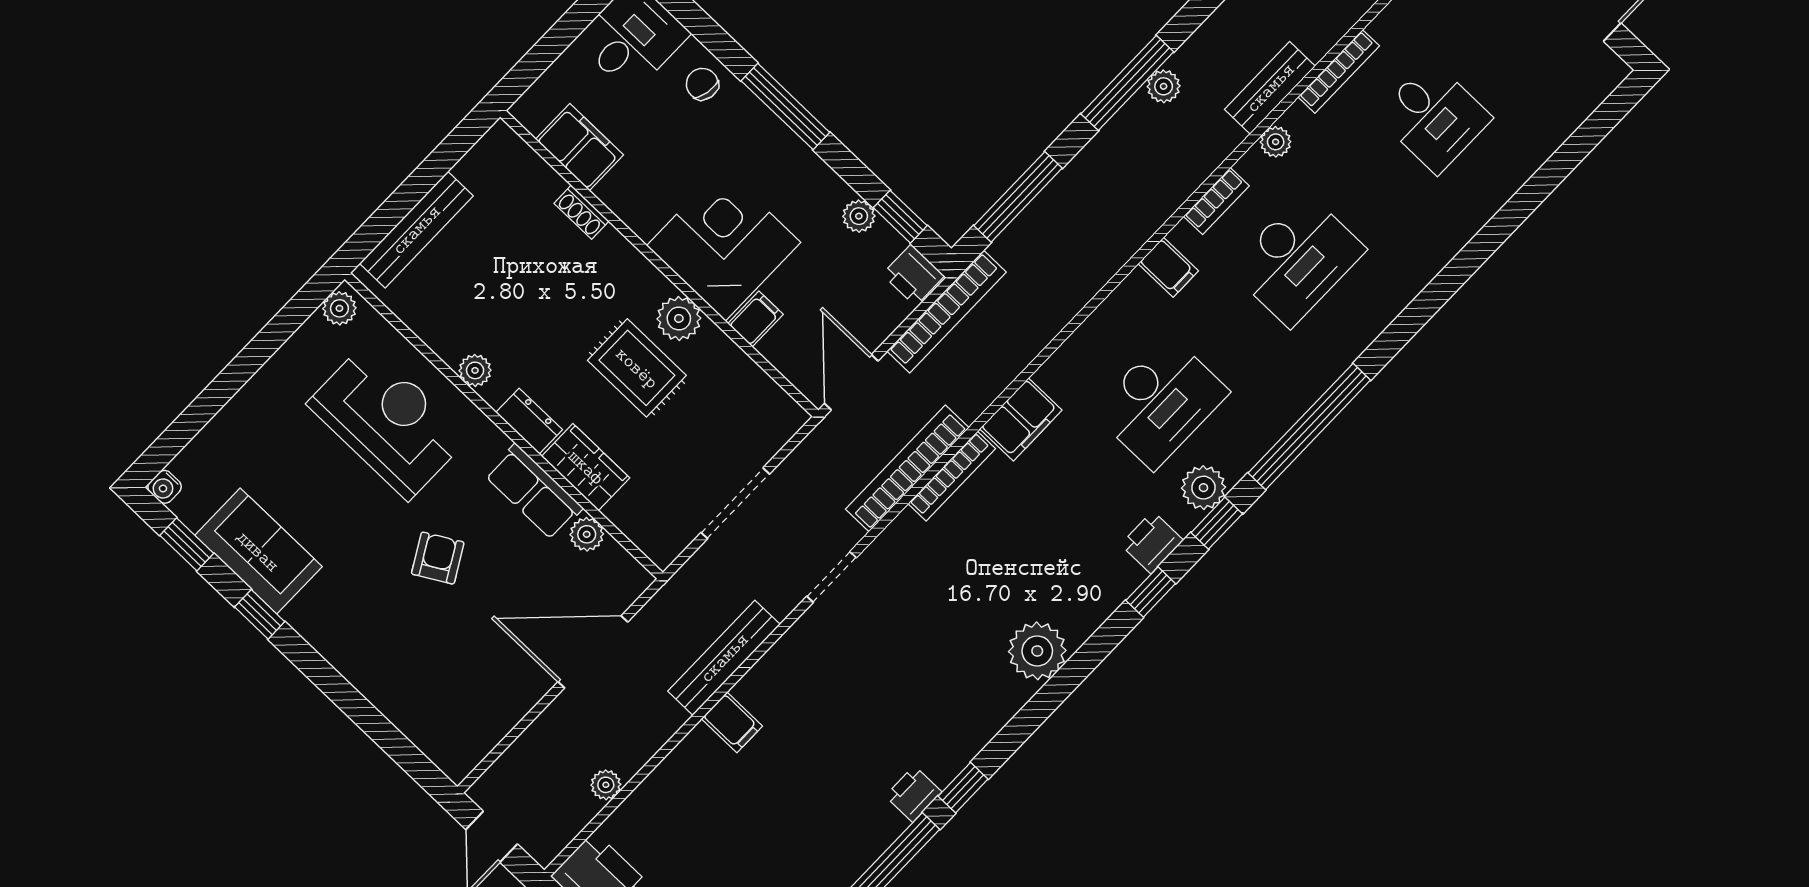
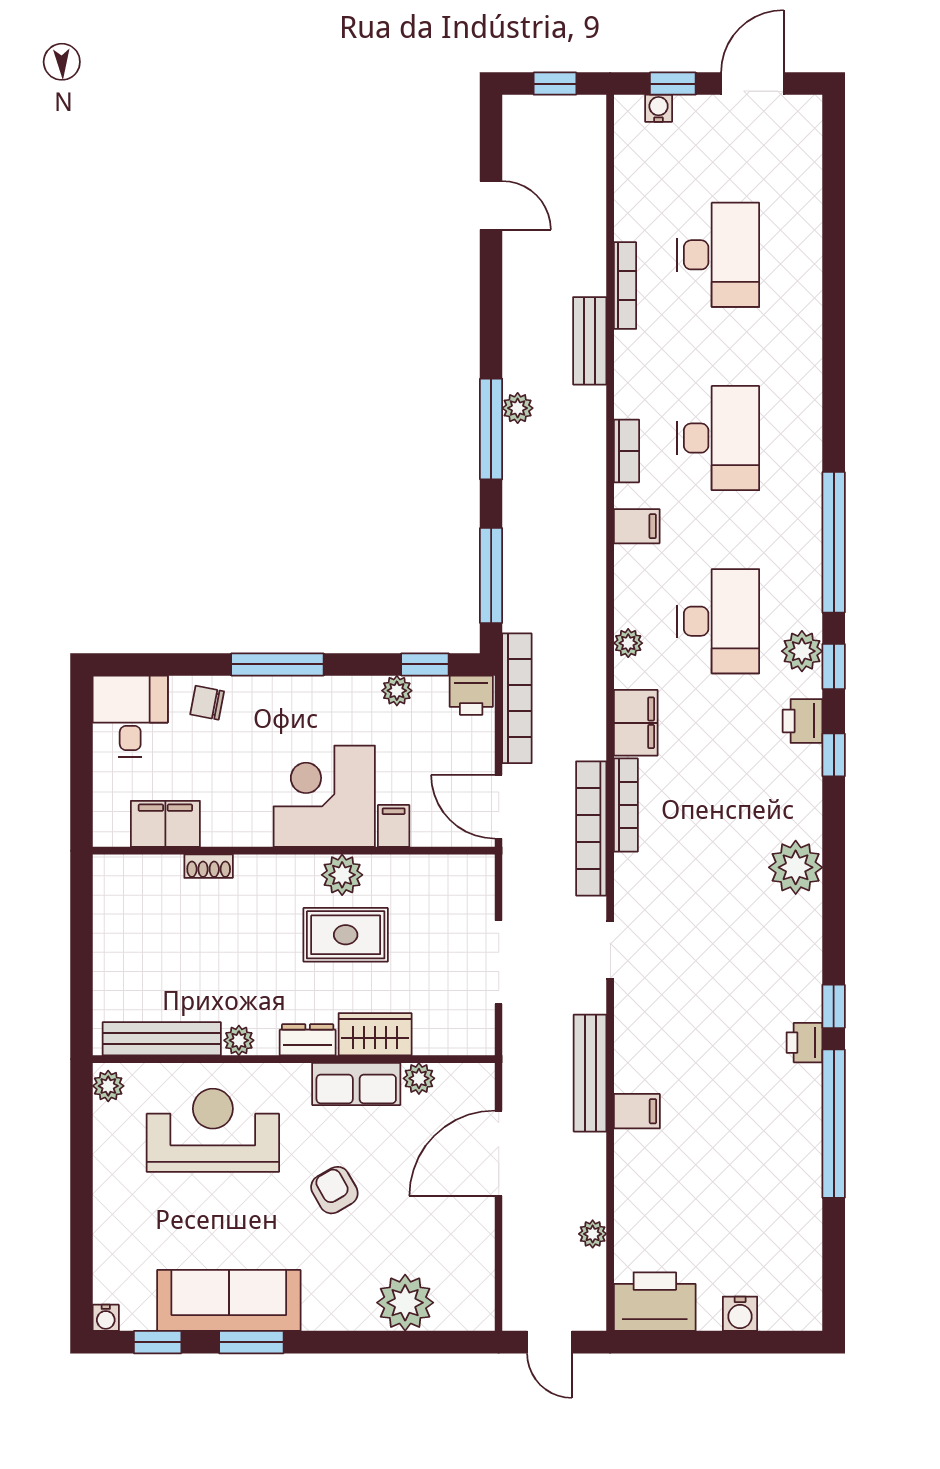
desk: (1434, 117) -> (718, 255), width x1.37
plant: (1276, 142) -> (628, 643), moved
bench: (416, 230) -> (162, 1039), moved, turned 90
sofa: (258, 551) -> (229, 1300), width x1.36
window: (260, 614) -> (251, 1342), width x1.50
plant: (409, 698) -> (405, 1303), added

